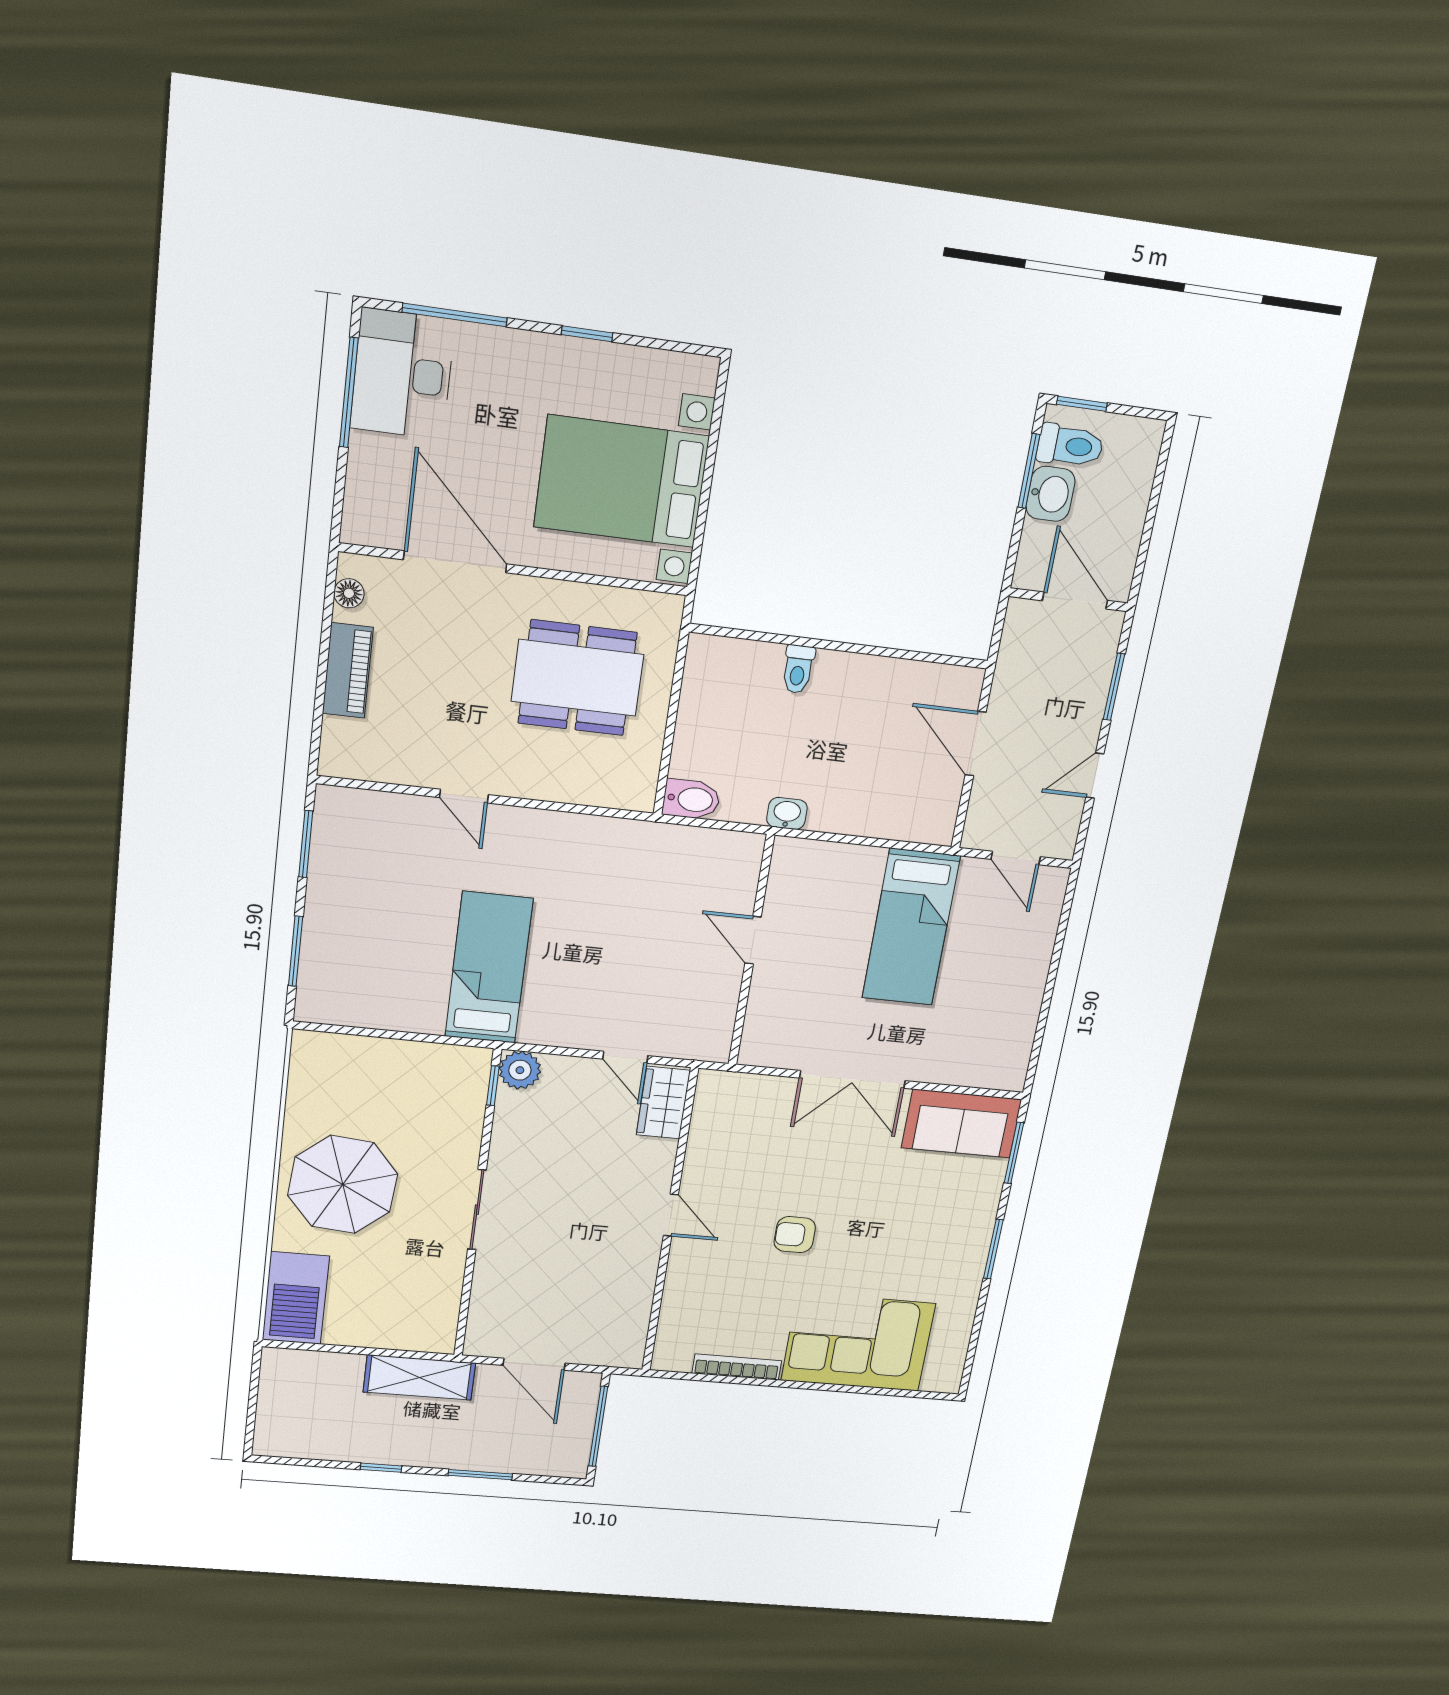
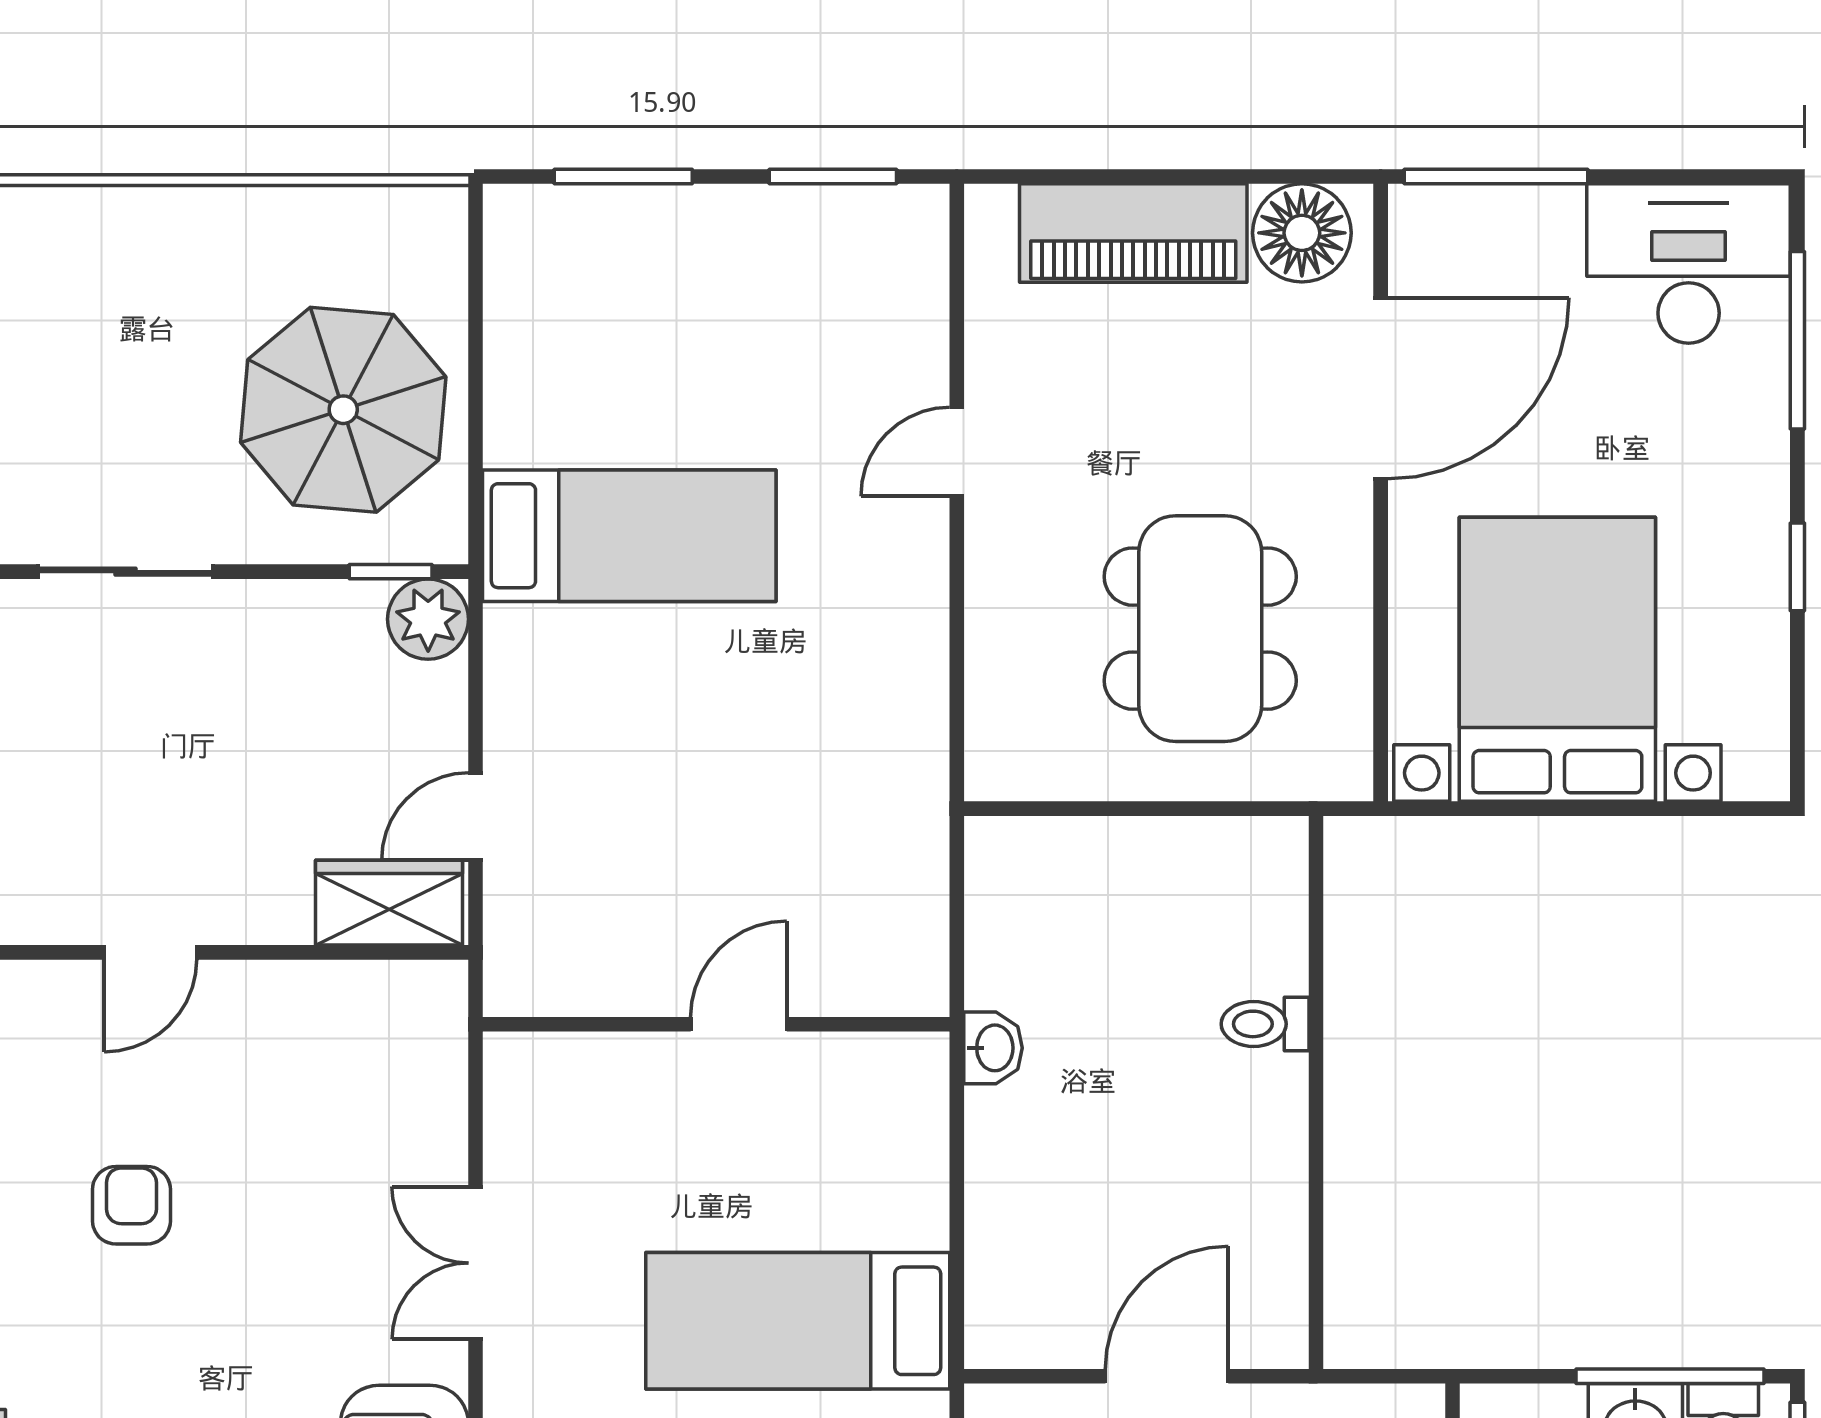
window: (349, 393) -> (1496, 177), moved
window: (1029, 471) -> (1670, 1376), width x1.44
floor lamp: (349, 593) -> (1302, 233), width x1.89, depth x1.89
piano: (348, 671) -> (1133, 233), width x1.37, depth x1.33
bidet: (691, 799) -> (999, 867), removed
double door: (852, 1079) -> (475, 1263), width x0.73
parasol: (343, 1185) -> (343, 410), moved

